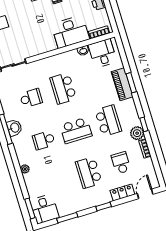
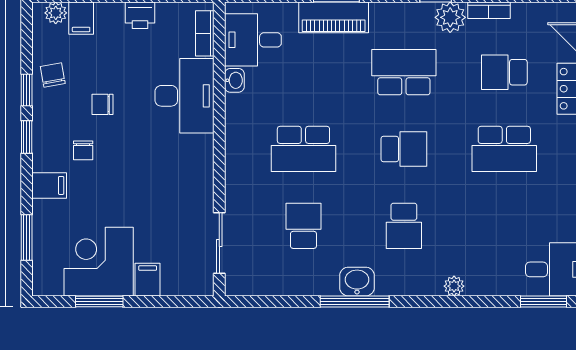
school desk: (76, 130) -> (404, 149), width x0.54

